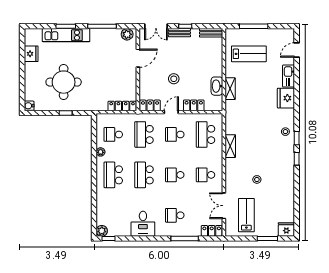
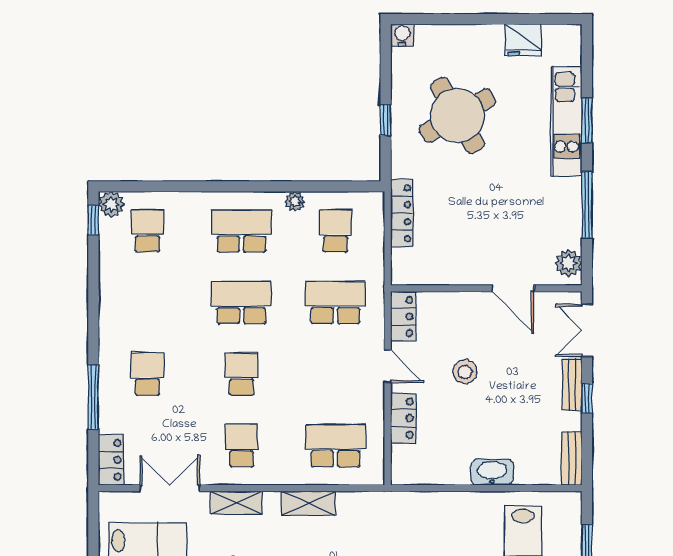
round table: (64, 82) -> (457, 115), turned -30
washbasin: (217, 86) -> (492, 472), moved
shelving: (230, 89) -> (236, 503), moved
locker: (122, 106) -> (402, 213), moved
school desk: (175, 134) -> (147, 231), moved
desk: (143, 224) -> (128, 300), removed

